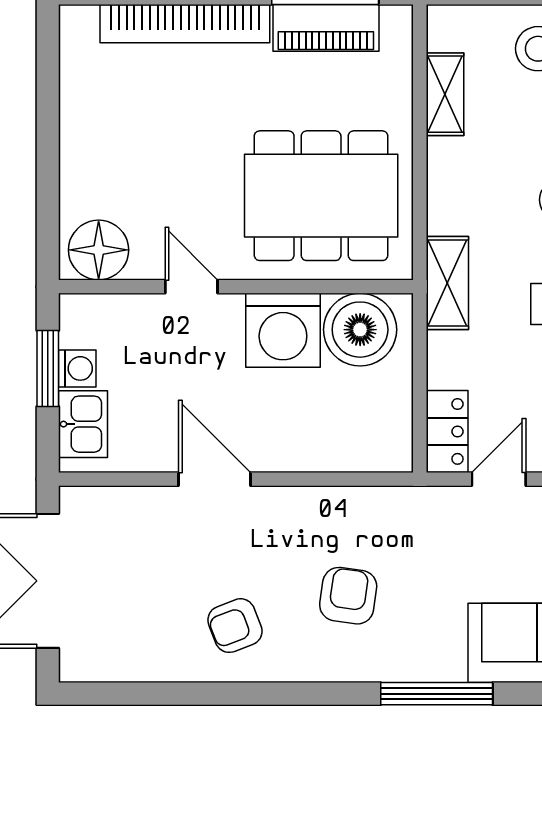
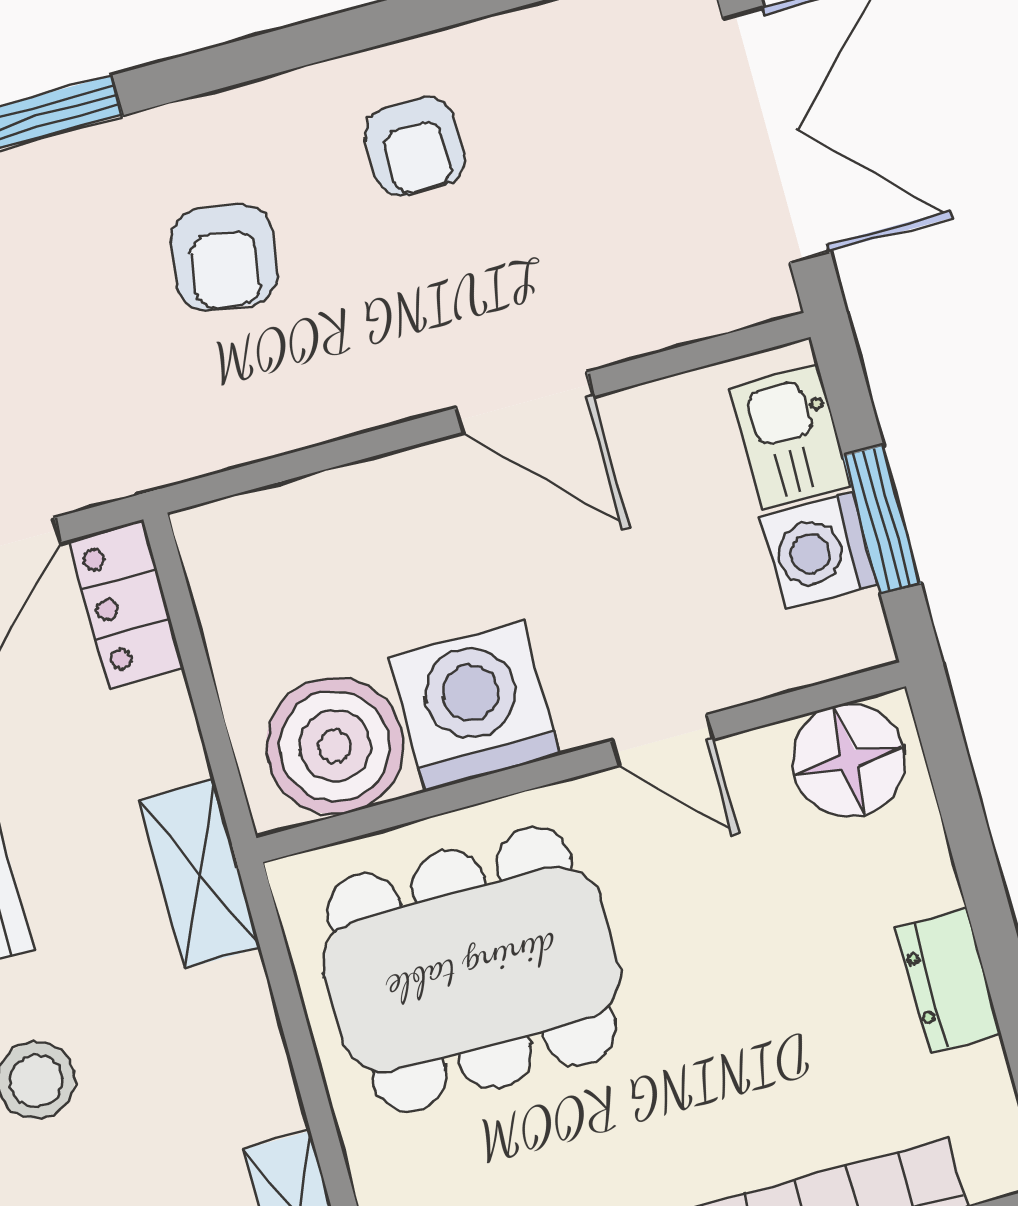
dresser: (78, 123) -> (948, 981), added
washing machine: (77, 368) -> (819, 551), width x1.38, depth x1.38
armchair: (235, 626) -> (415, 147), turned 111

